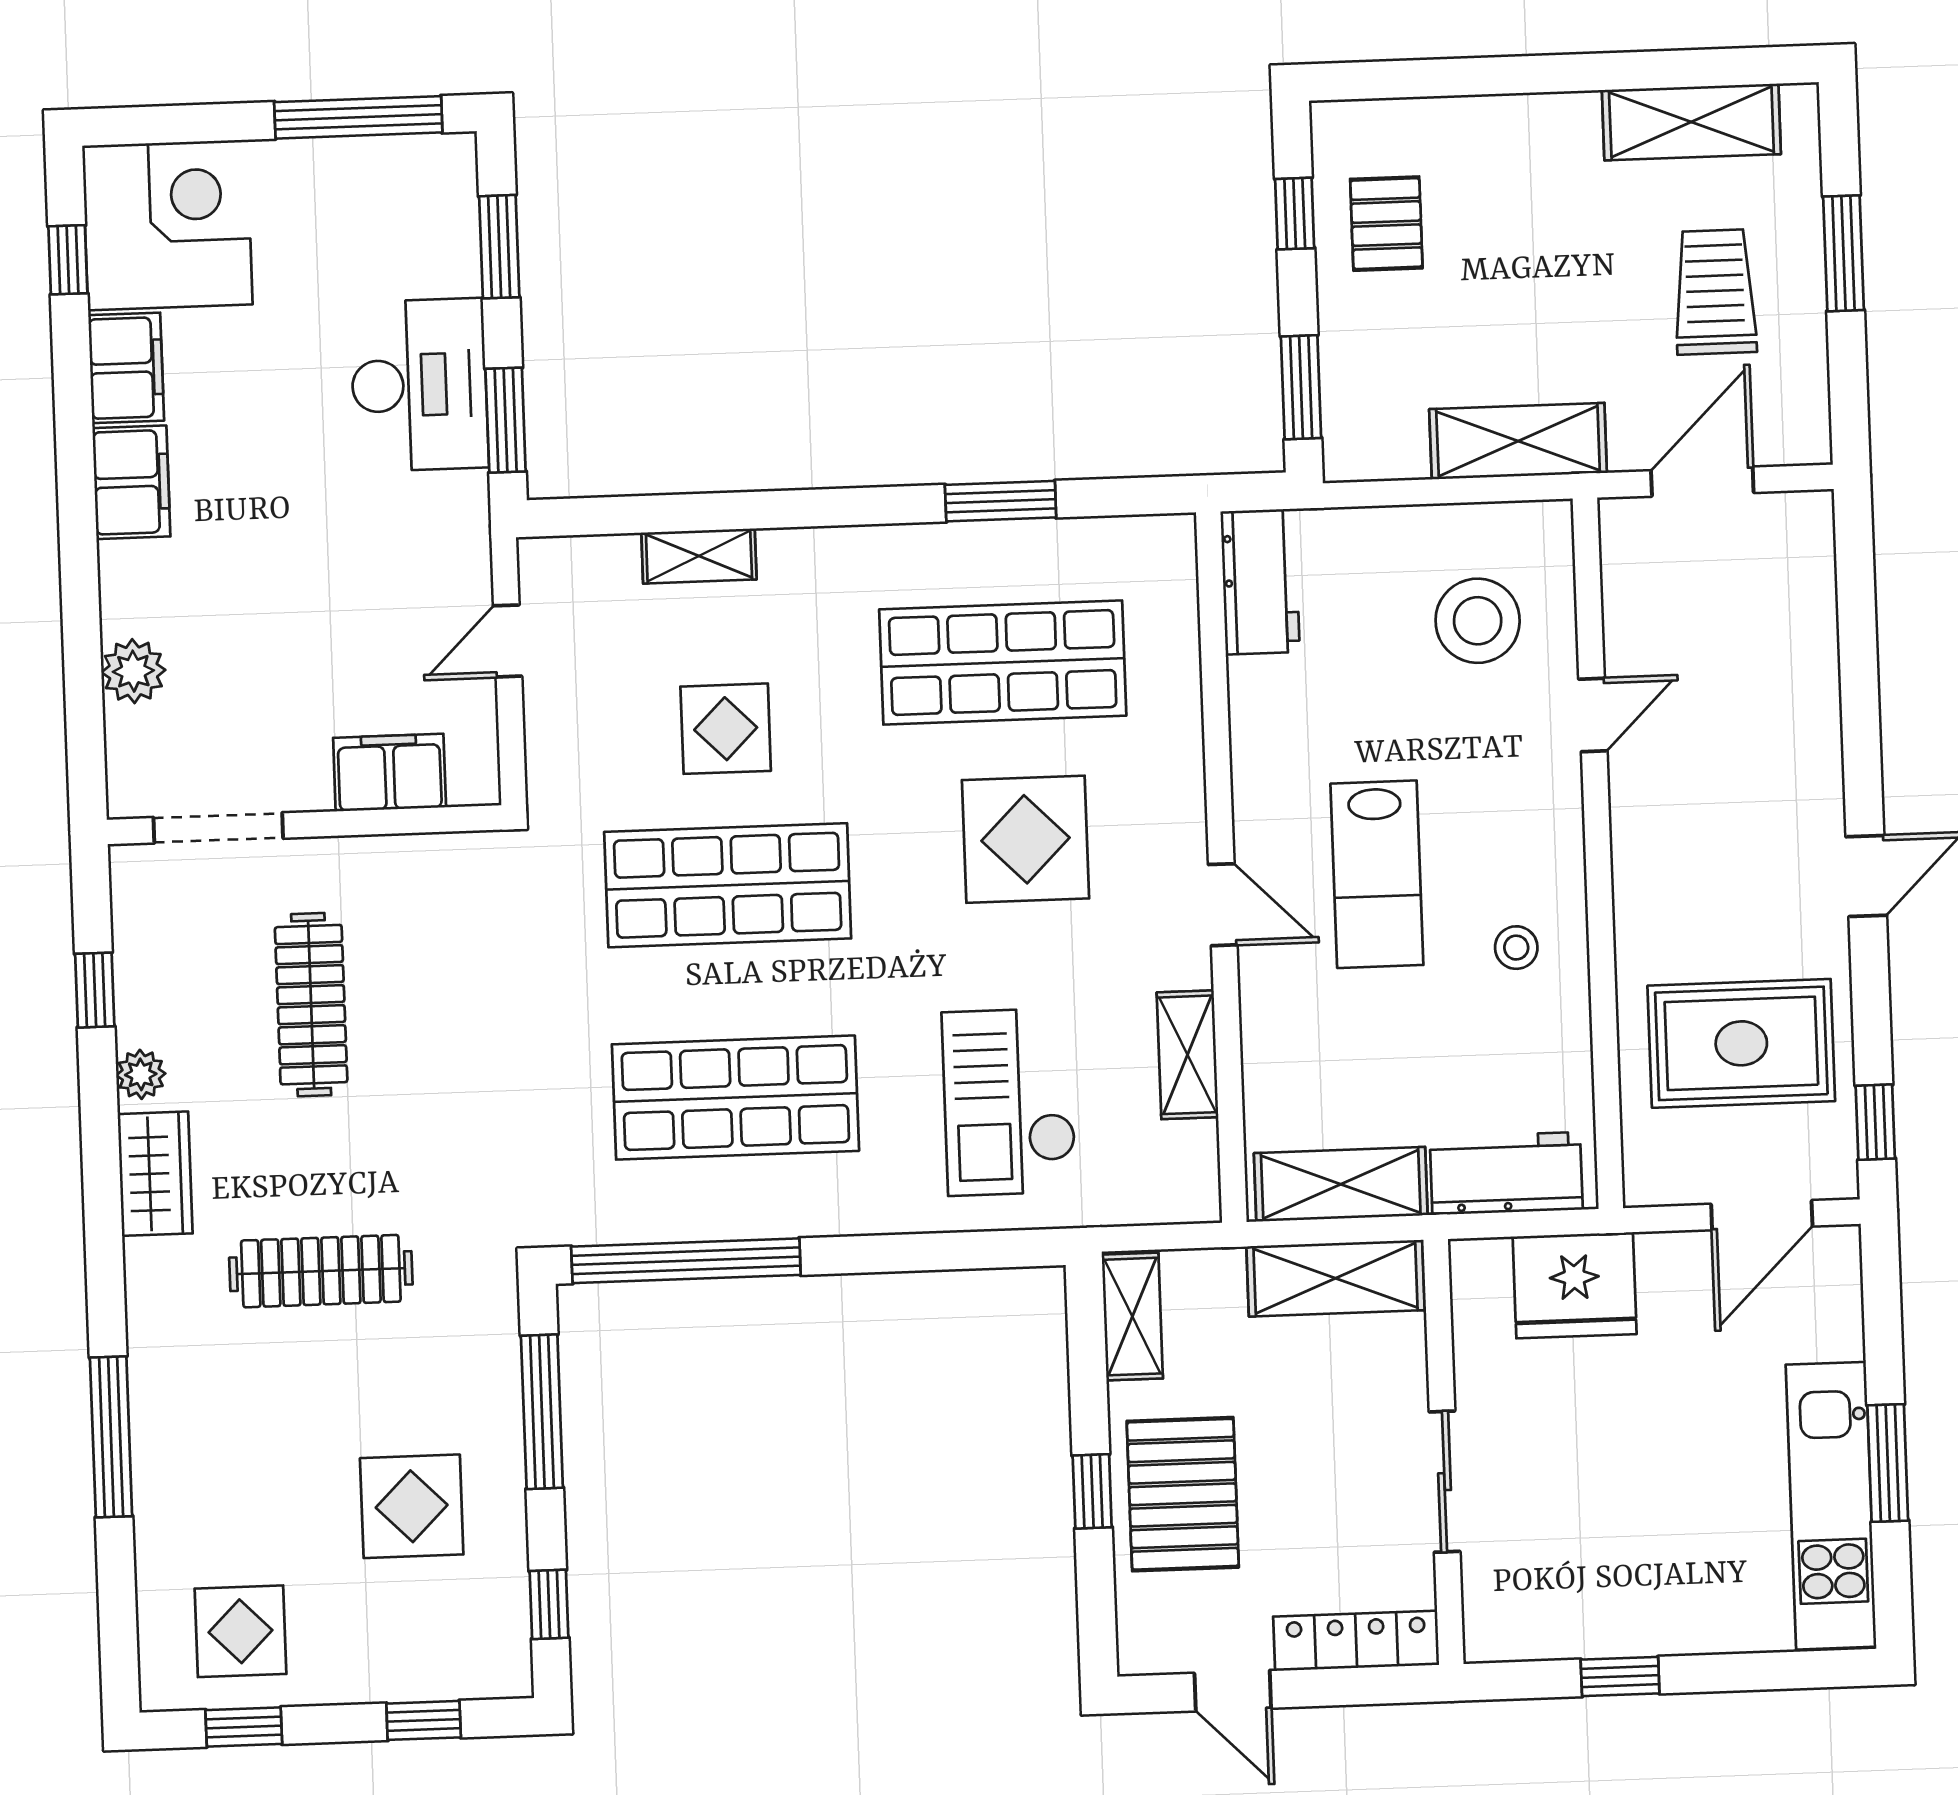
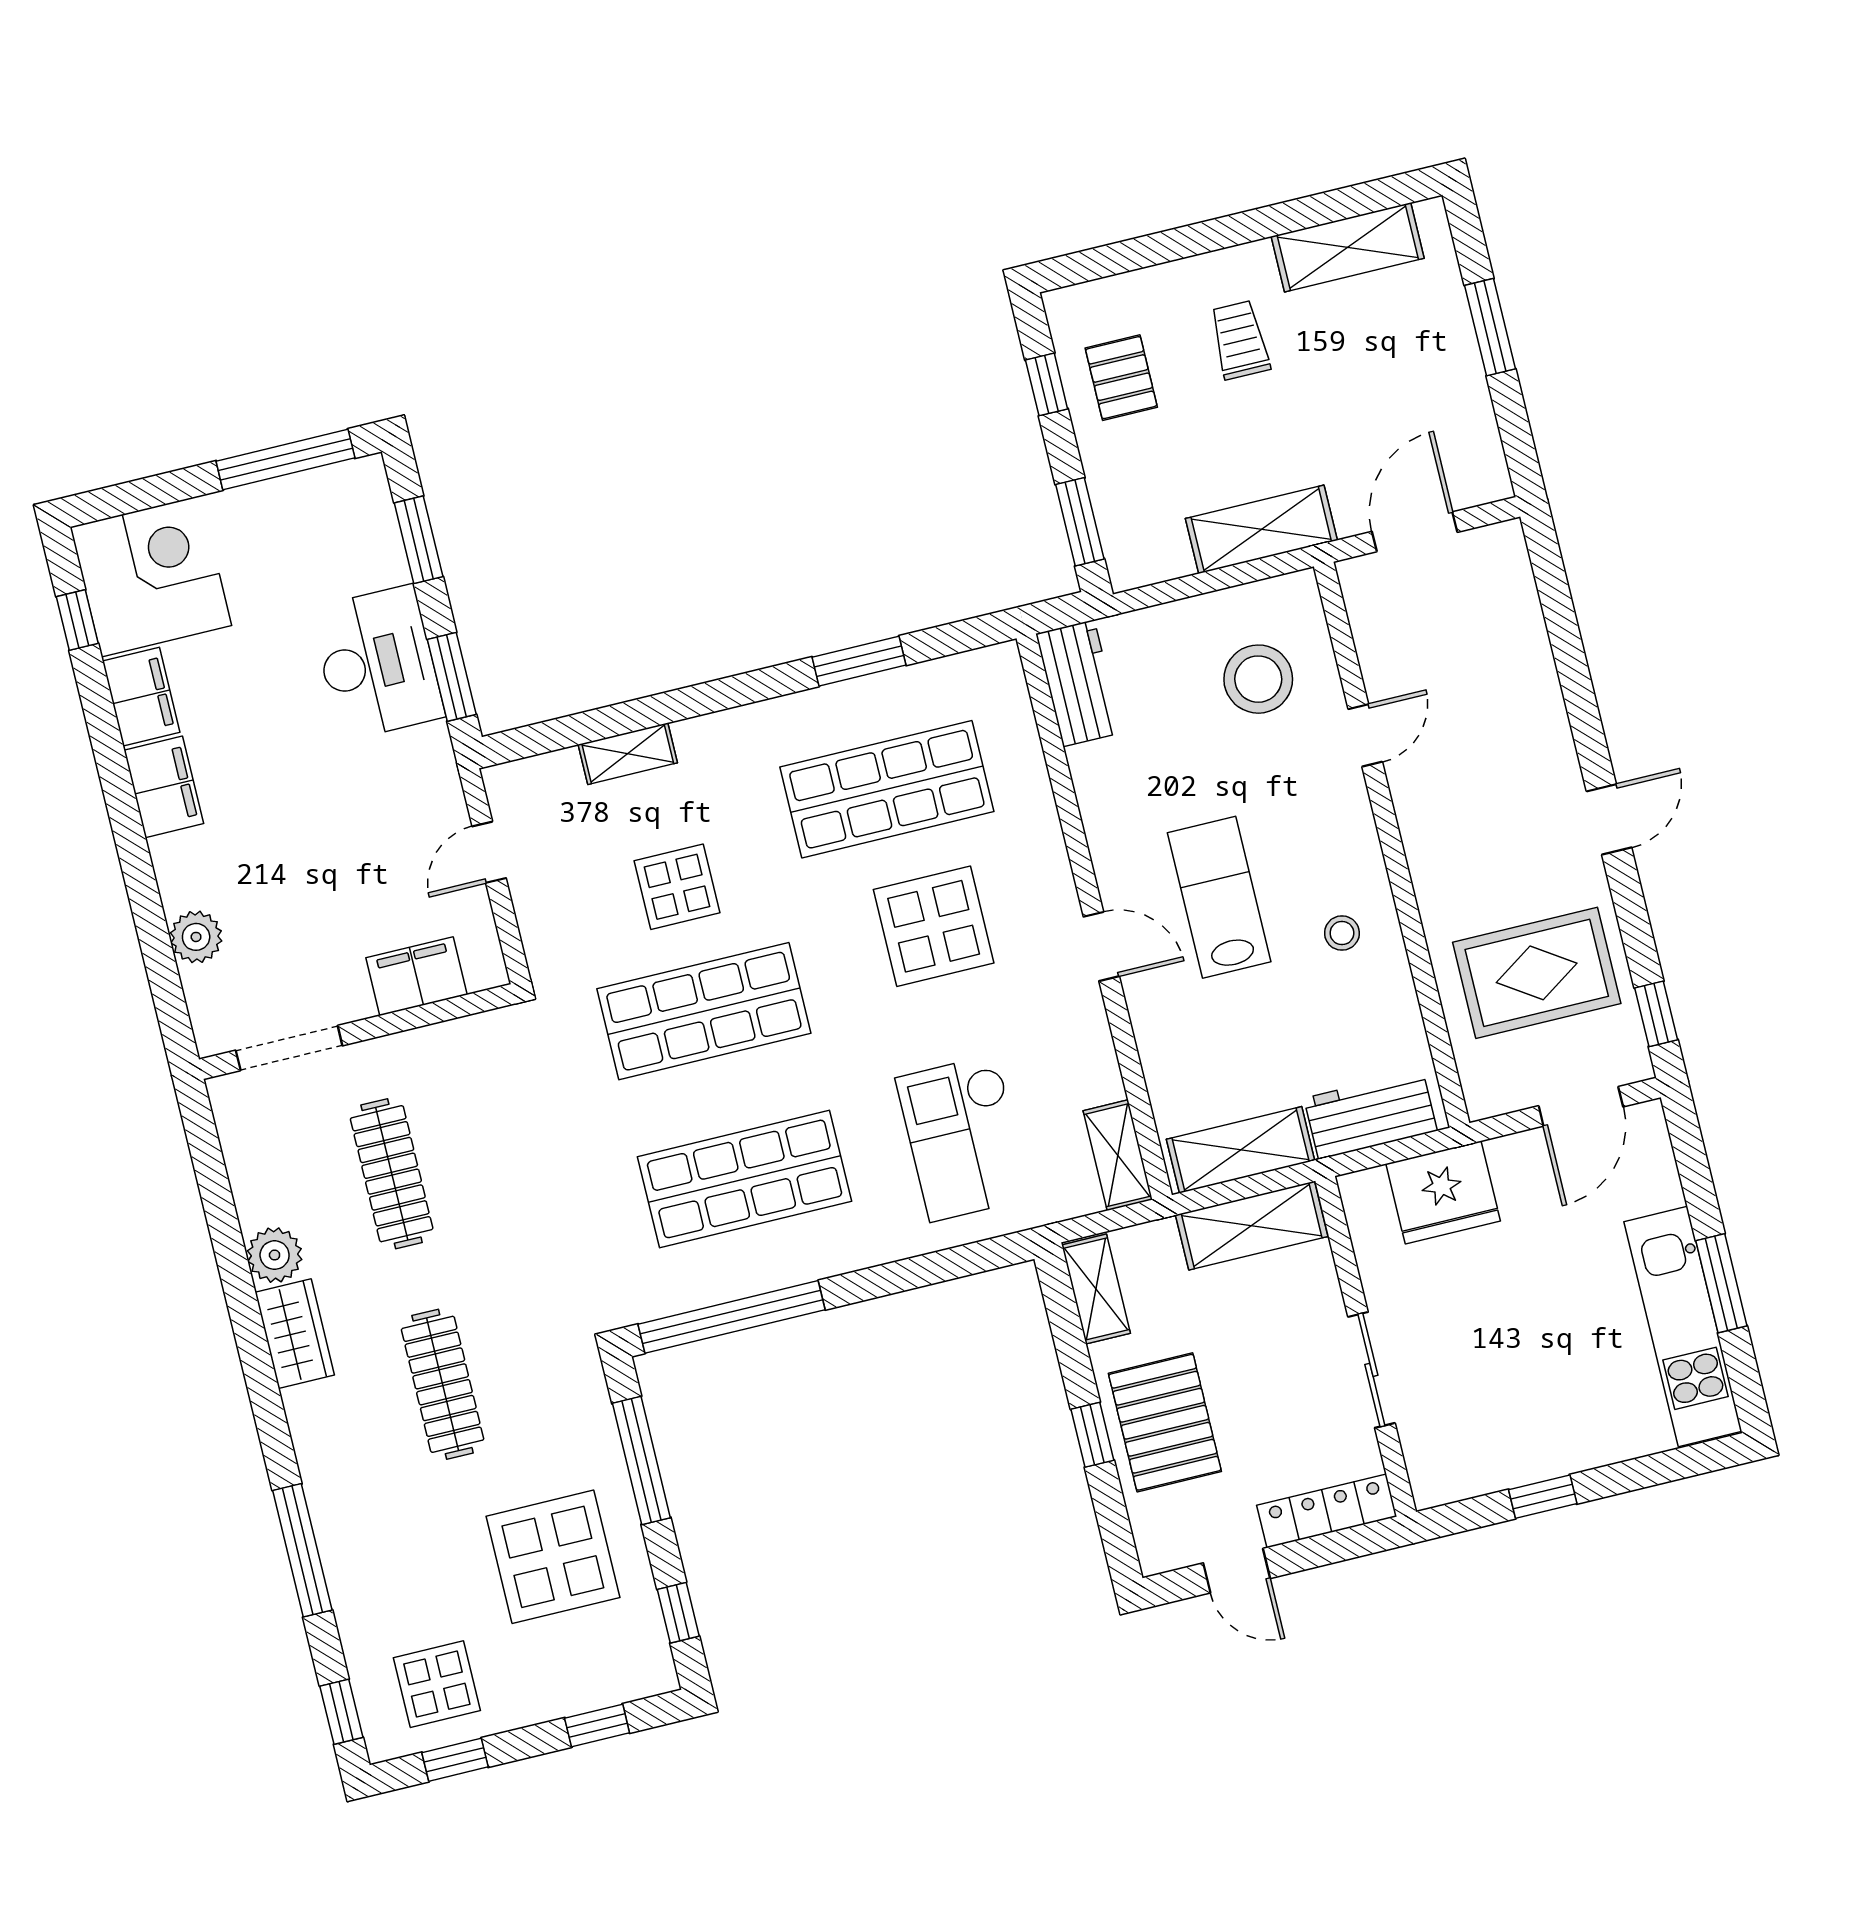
trolley: (1715, 292) -> (1240, 340), moved, width x0.73, depth x0.72
lab bench: (1377, 874) -> (1219, 897), turned 180
window: (95, 990) -> (341, 1712), moved
shelving: (1187, 1055) -> (1118, 1155), moved
plant: (141, 1074) -> (275, 1255), width x1.38, depth x1.38
clothes rail: (321, 1271) -> (443, 1384), turned 90
display table: (412, 1506) -> (553, 1557), width x1.36, depth x1.36

